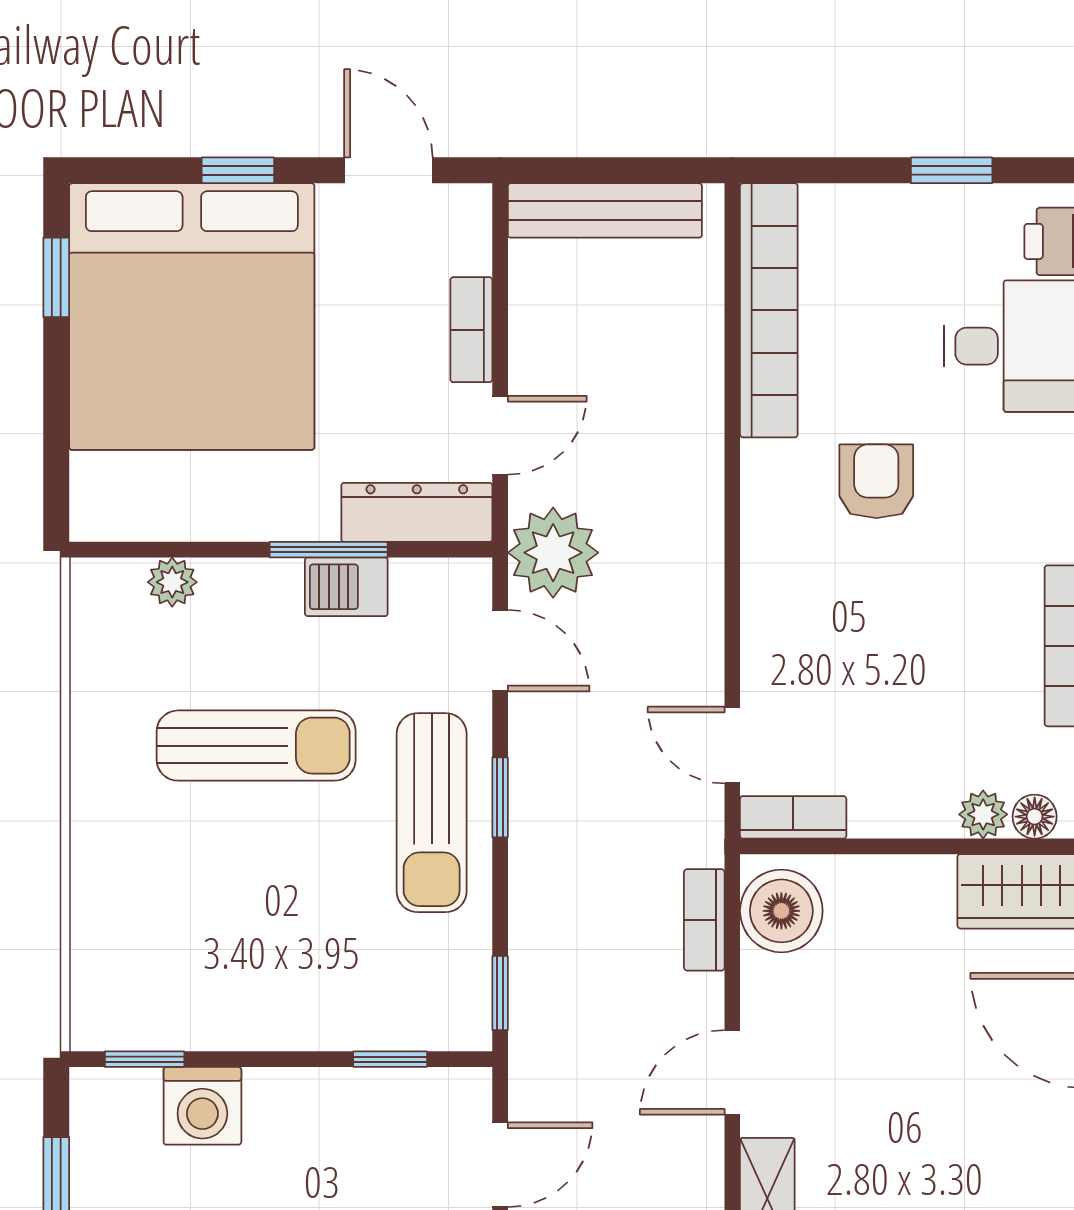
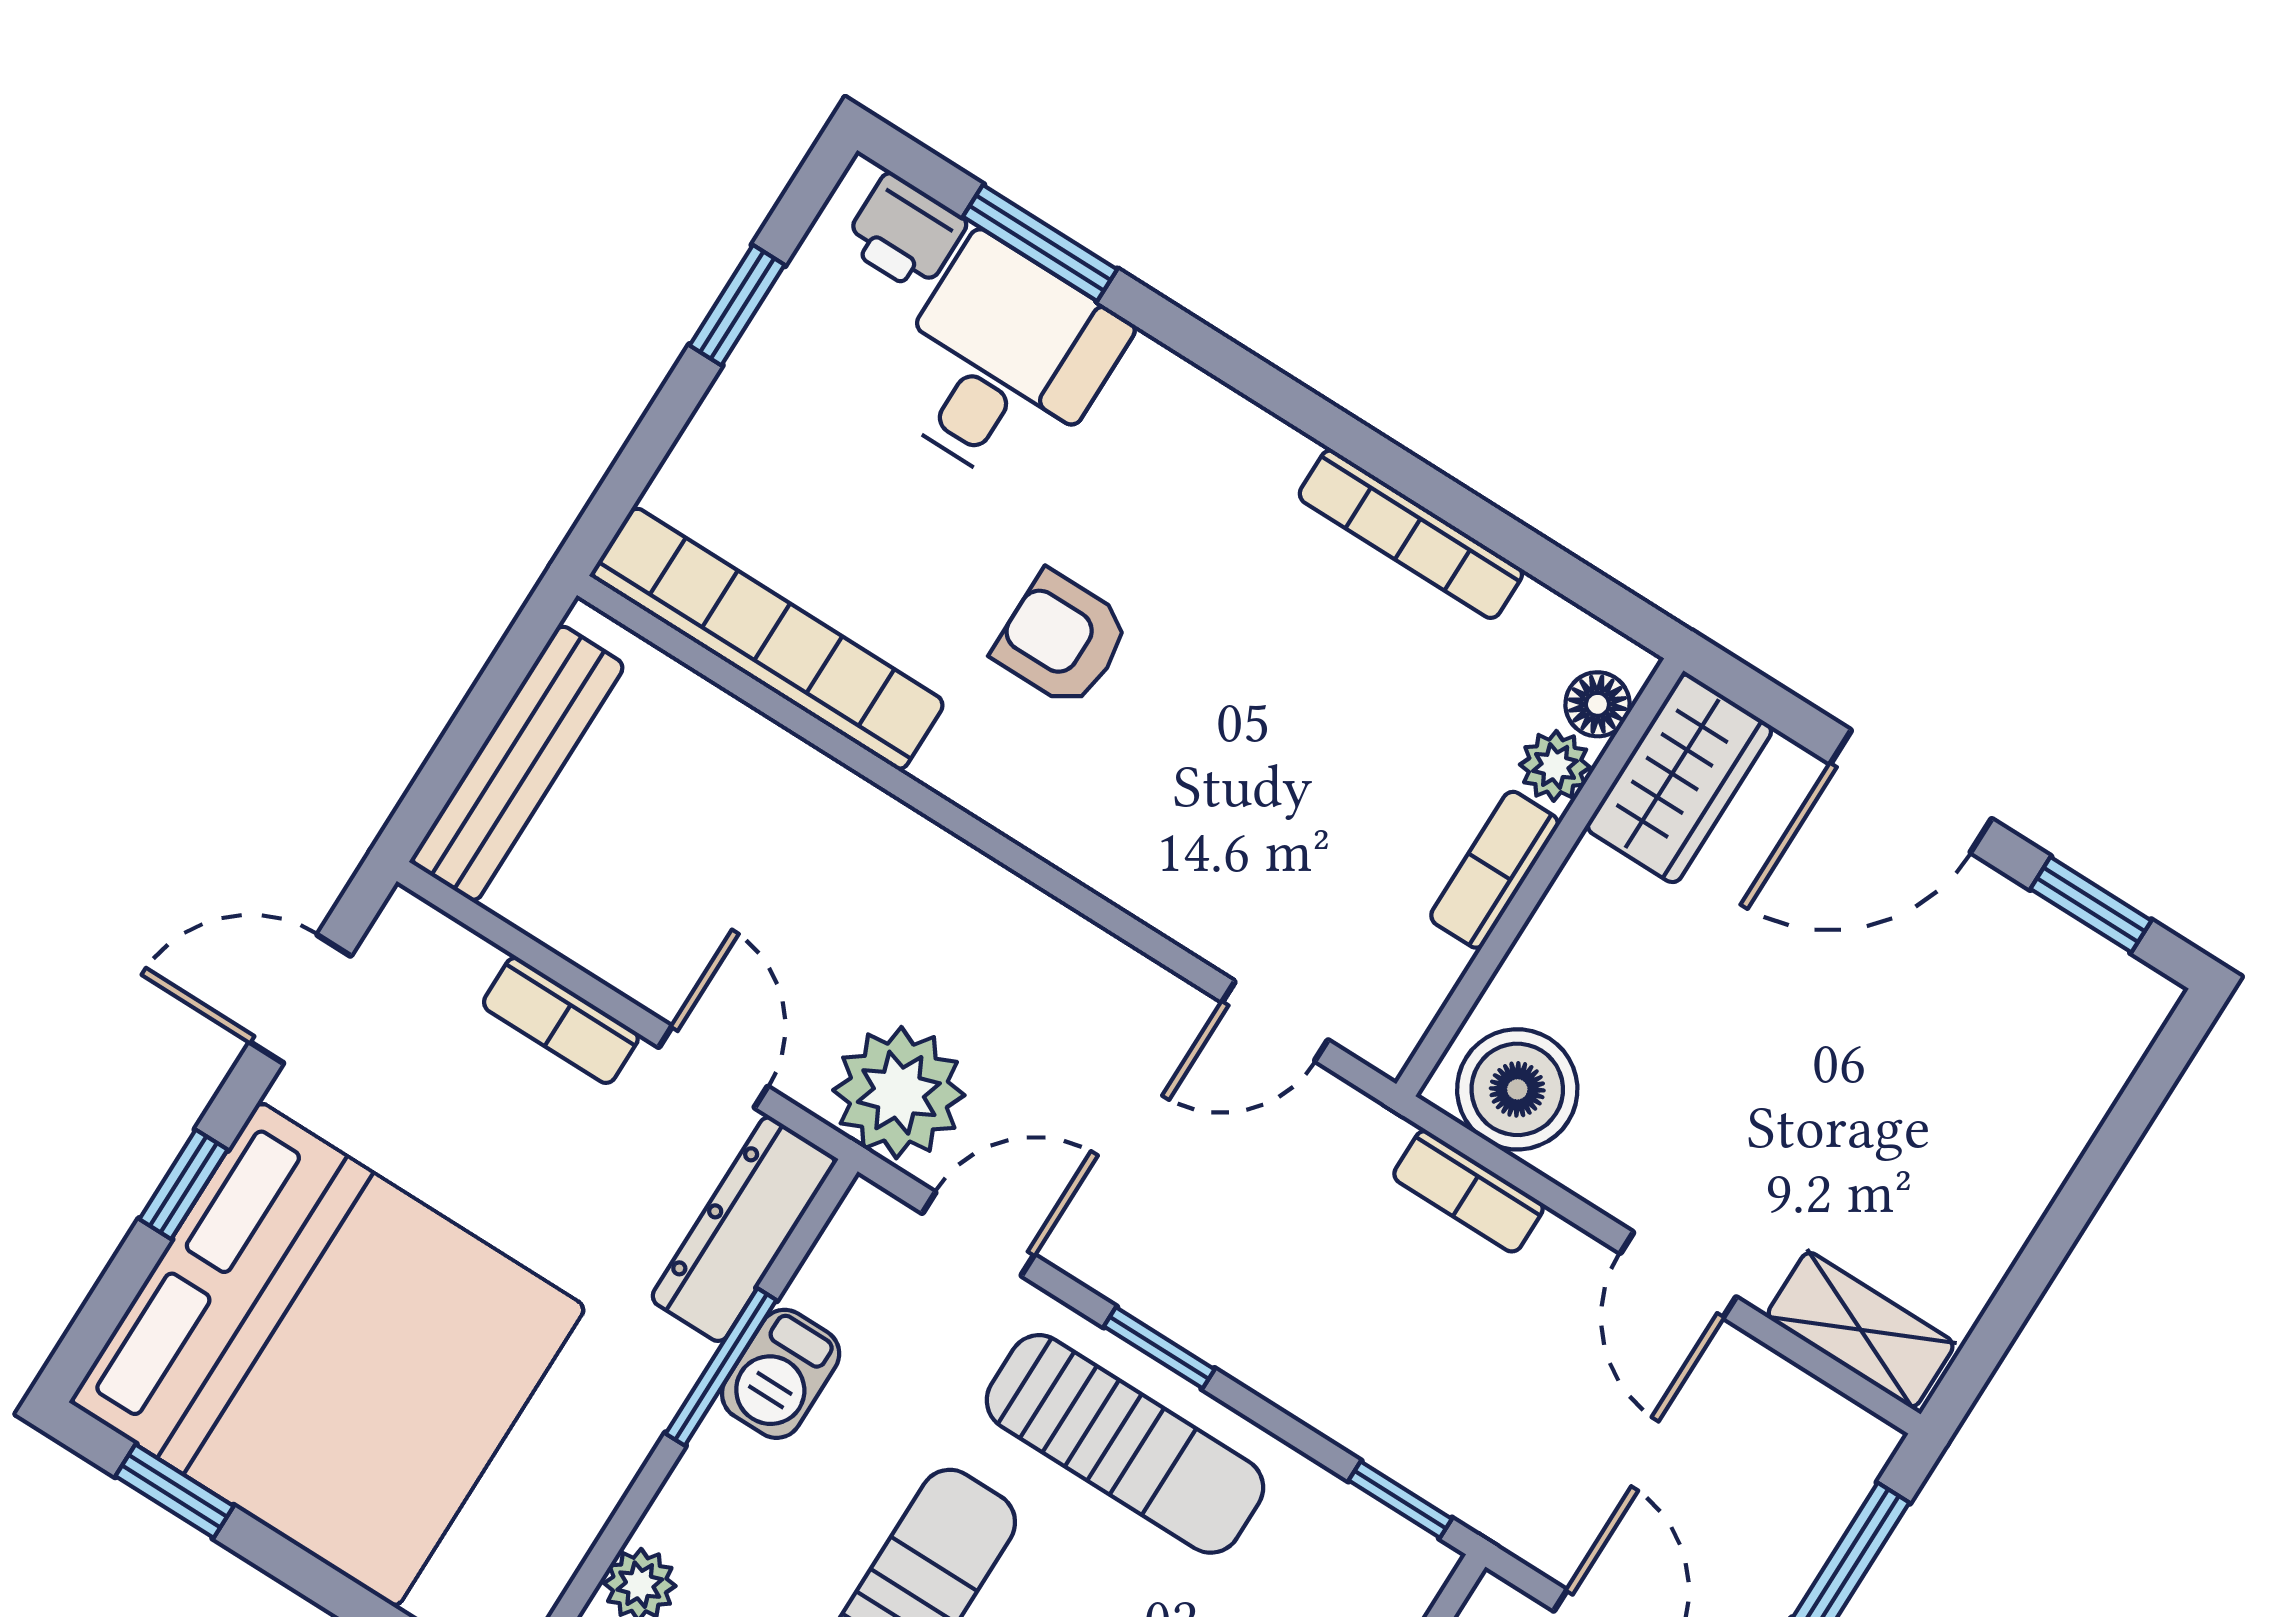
bookcase: (793, 817) -> (1495, 870), moved

